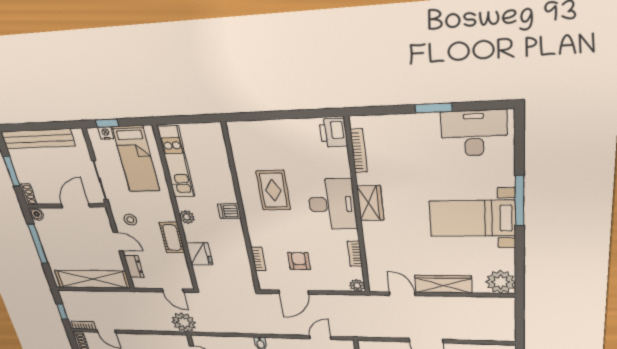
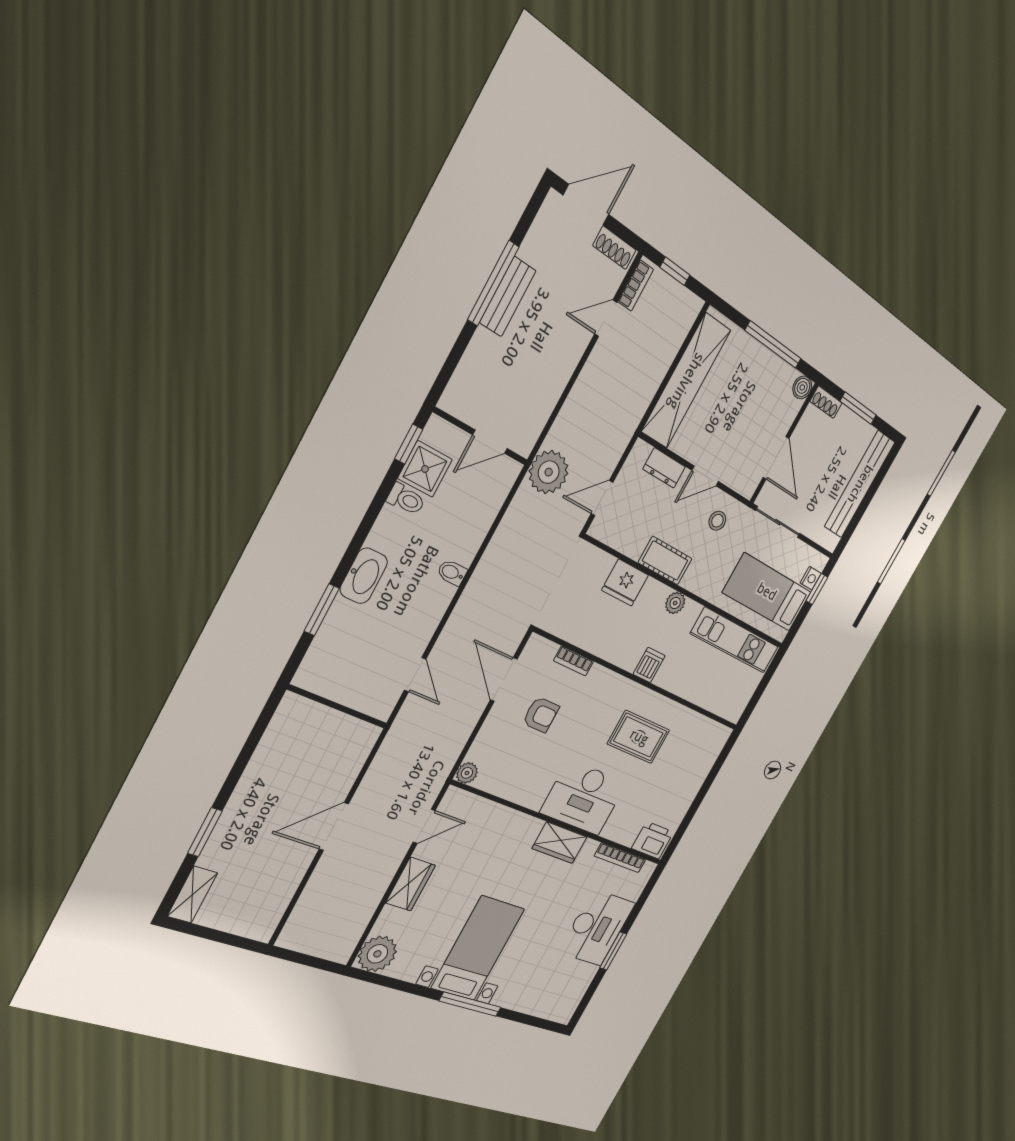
desk: (474, 133) -> (597, 928), moved
bookcase: (355, 254) -> (511, 793), removed
wardrobe: (443, 284) -> (411, 884), width x0.67

